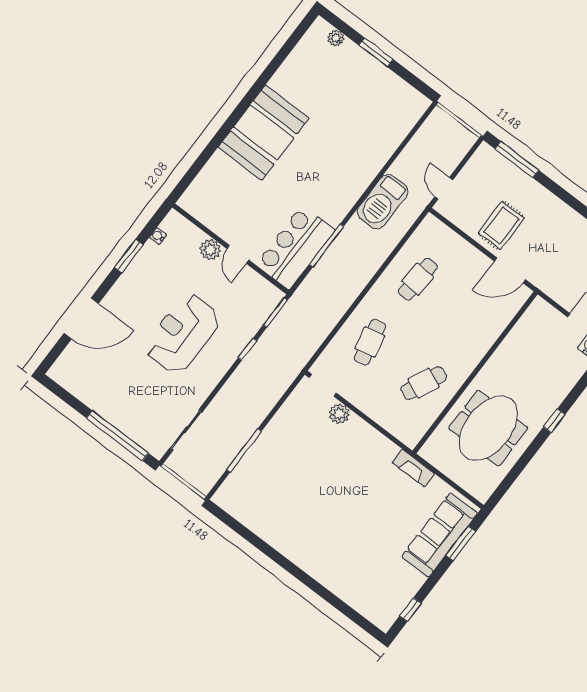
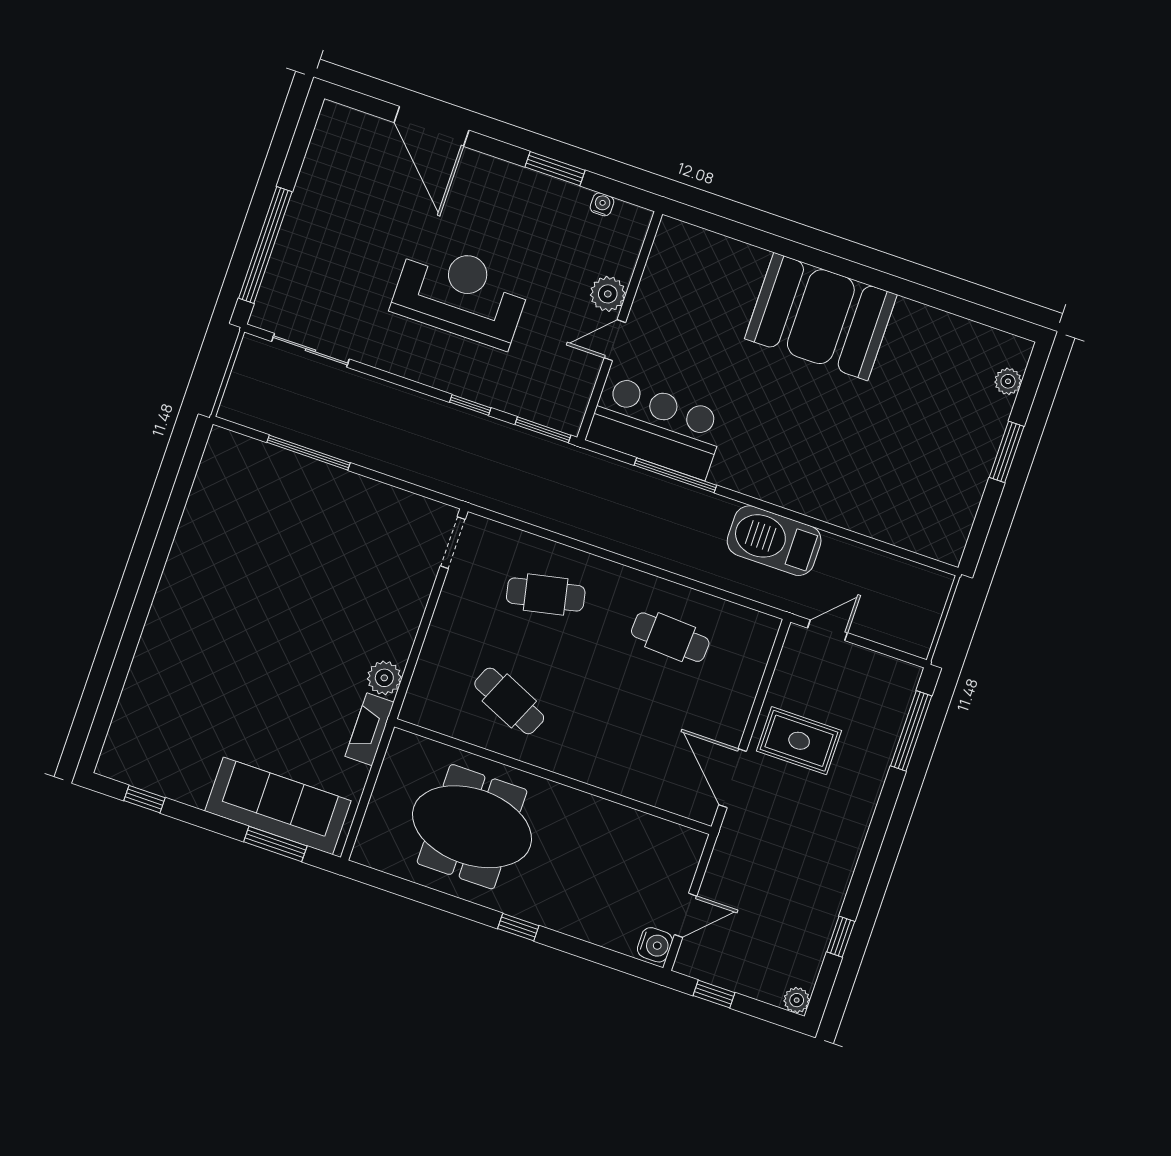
plant: (339, 414) -> (384, 678), moved

